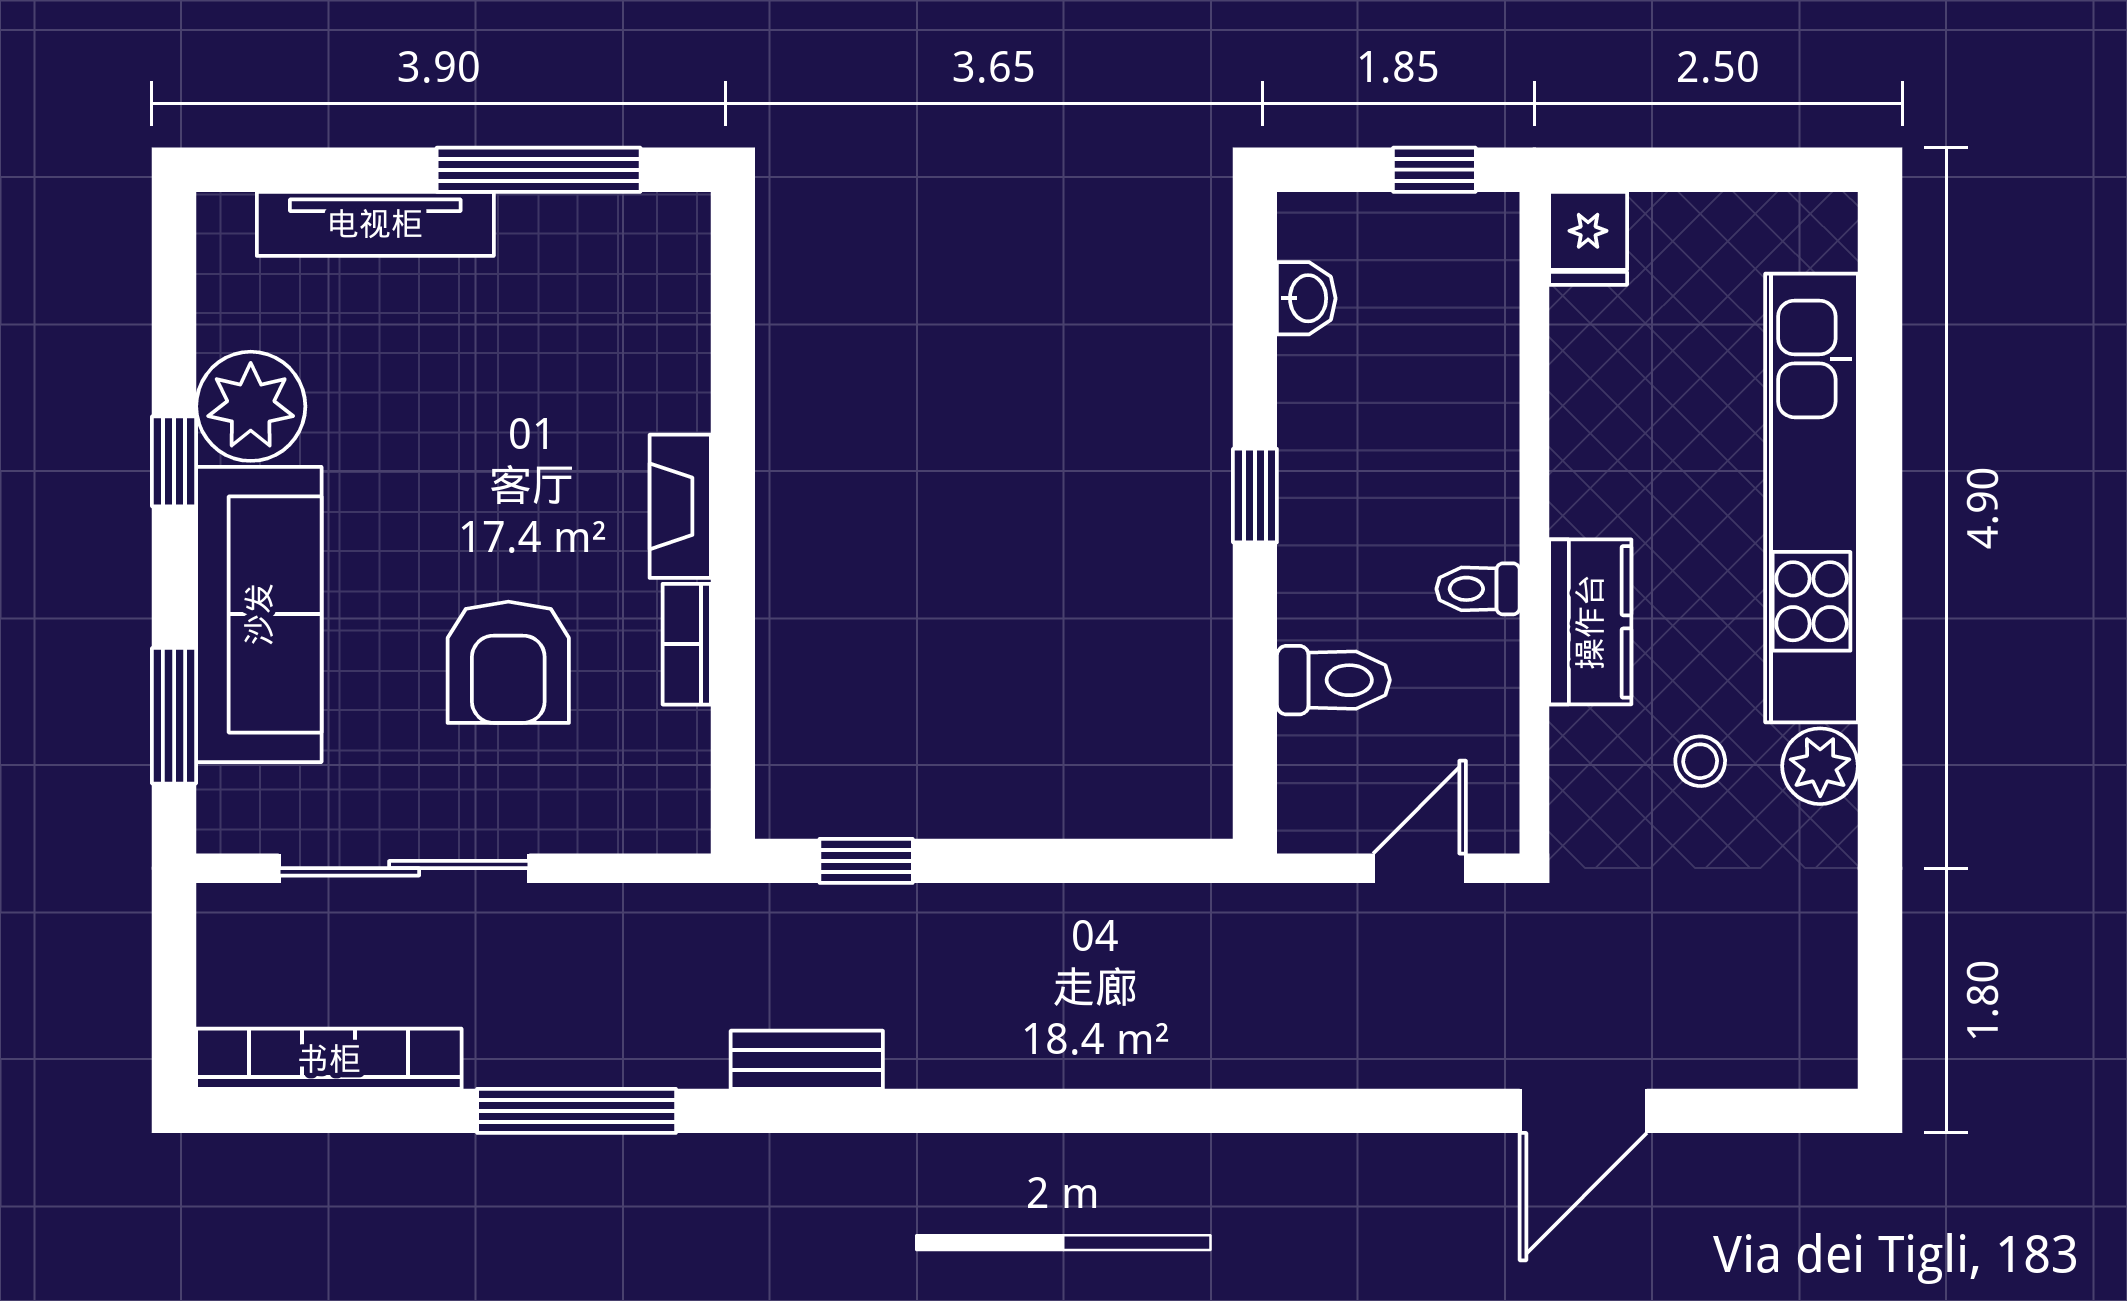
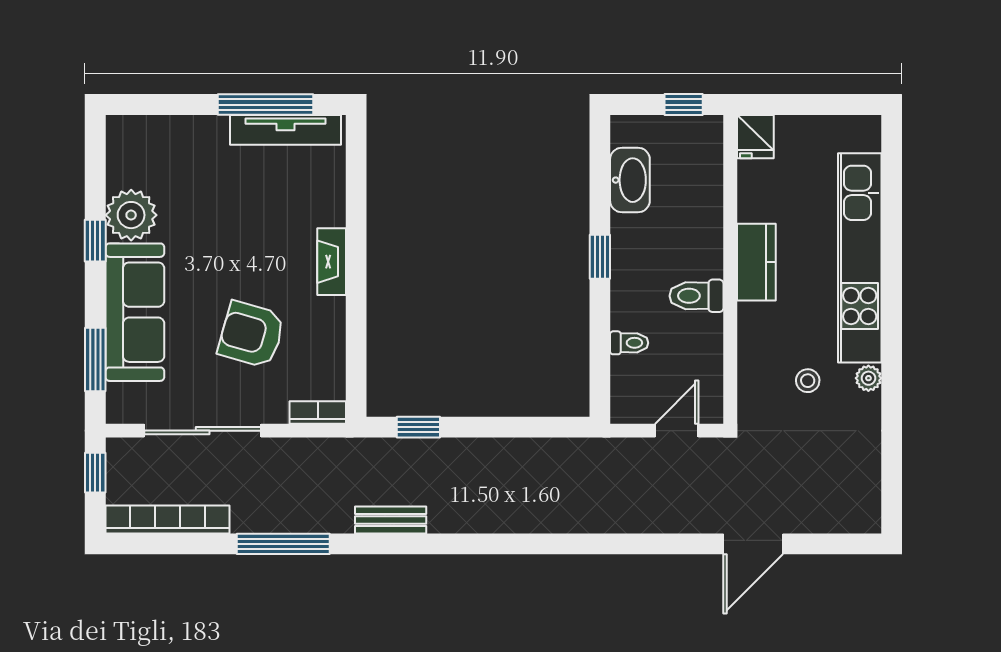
tv unit: (375, 224) -> (285, 130), moved
washbasin: (1306, 298) -> (630, 180), width x1.91, depth x1.45
toilet: (1478, 589) -> (696, 296), width x1.37, depth x1.39
kitchen counter: (1590, 622) -> (756, 262), moved
bookcase: (687, 644) -> (318, 412), moved, turned 90
armchair: (508, 662) -> (251, 334), turned 106
toilet: (1333, 680) -> (629, 343), width x0.73, depth x0.72
plant: (1820, 766) -> (868, 378), width x0.73, depth x0.73
window: (174, 958) -> (95, 473), added

